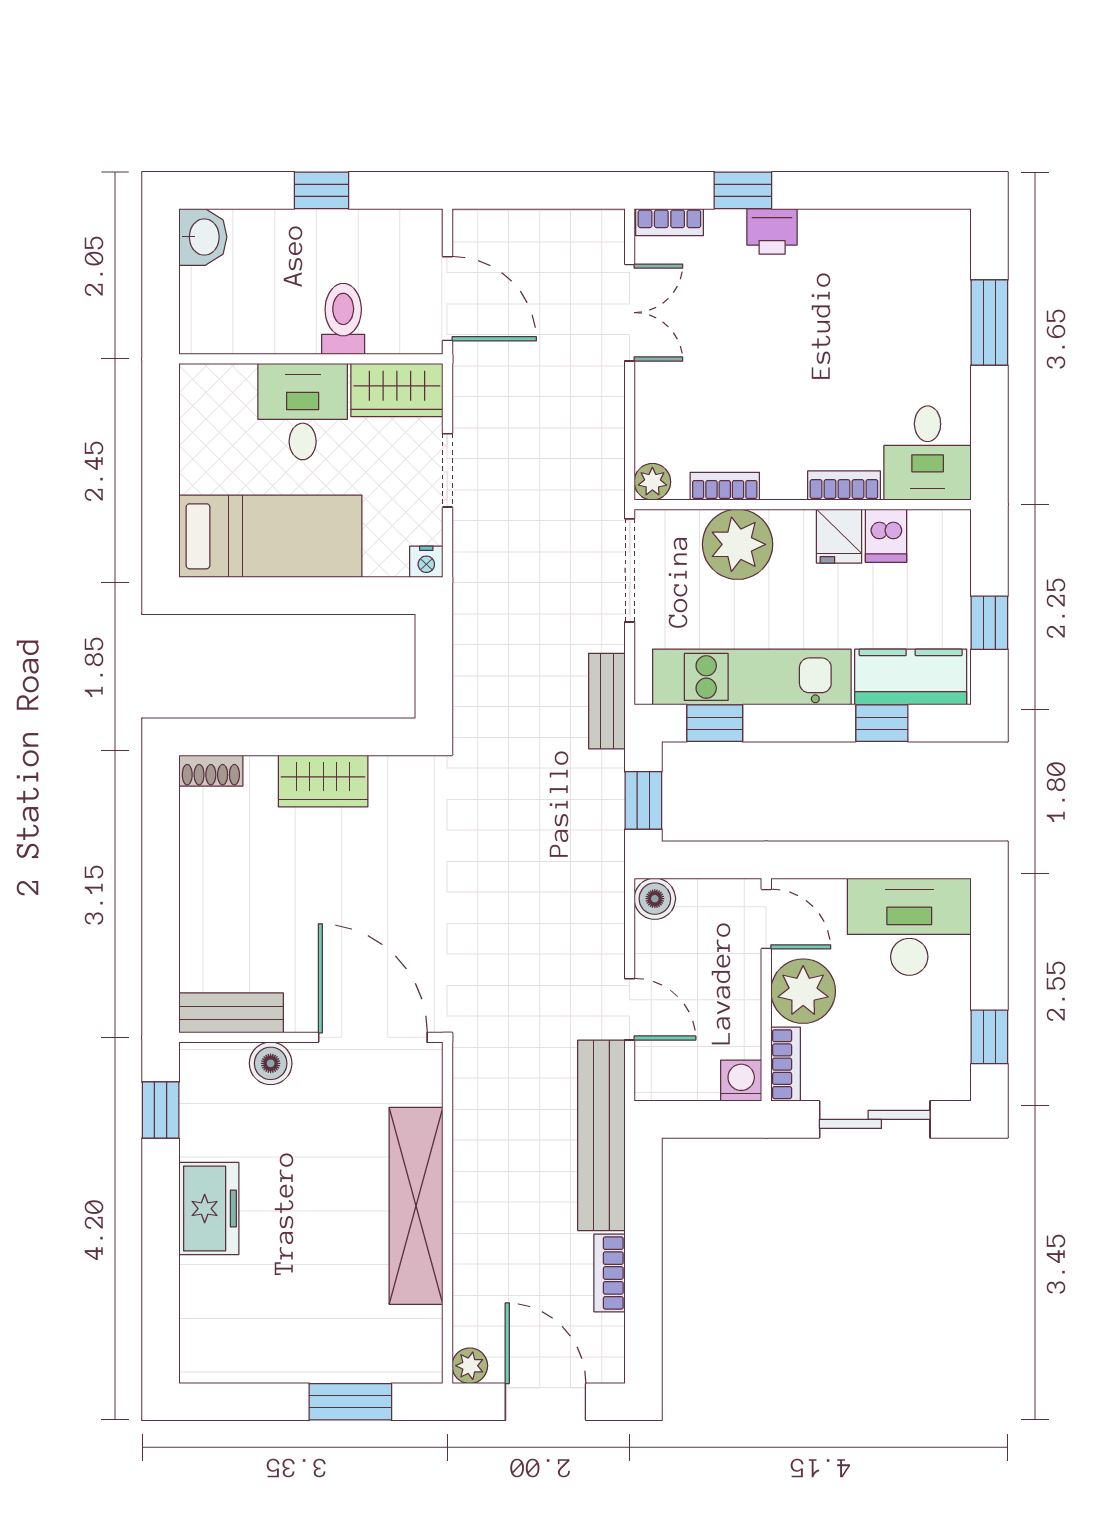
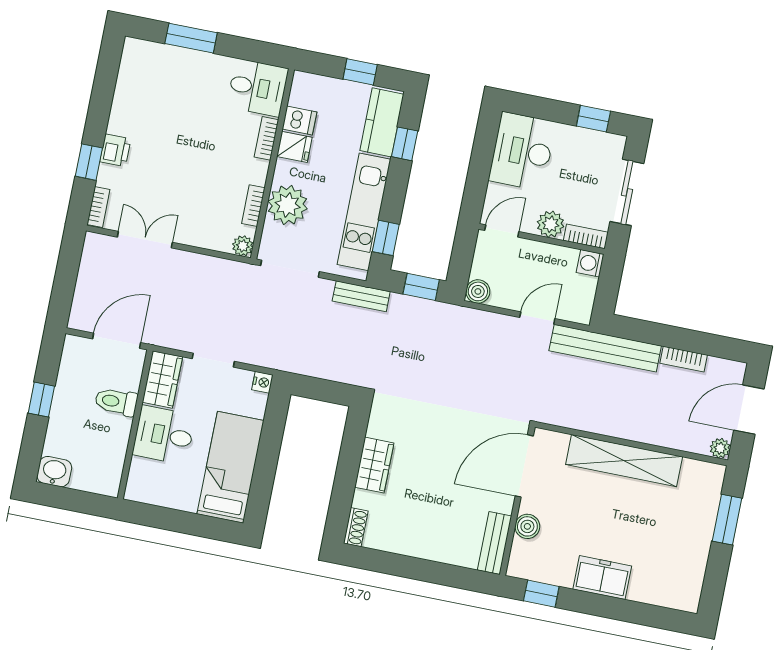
plant: (803, 991) -> (551, 224), width x0.73, depth x0.73

